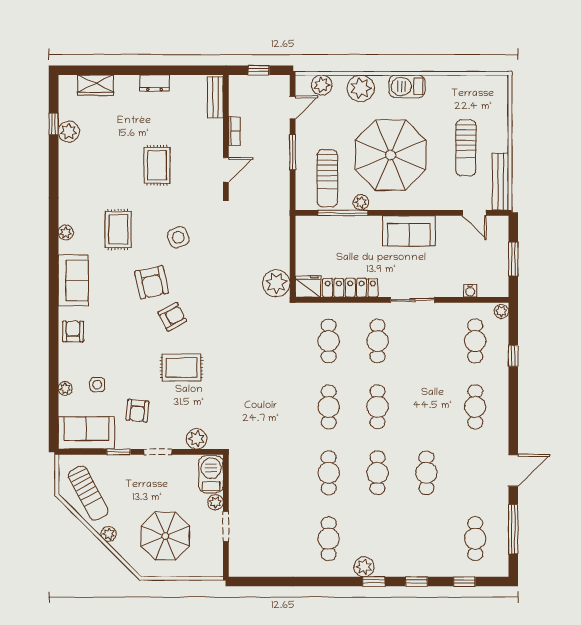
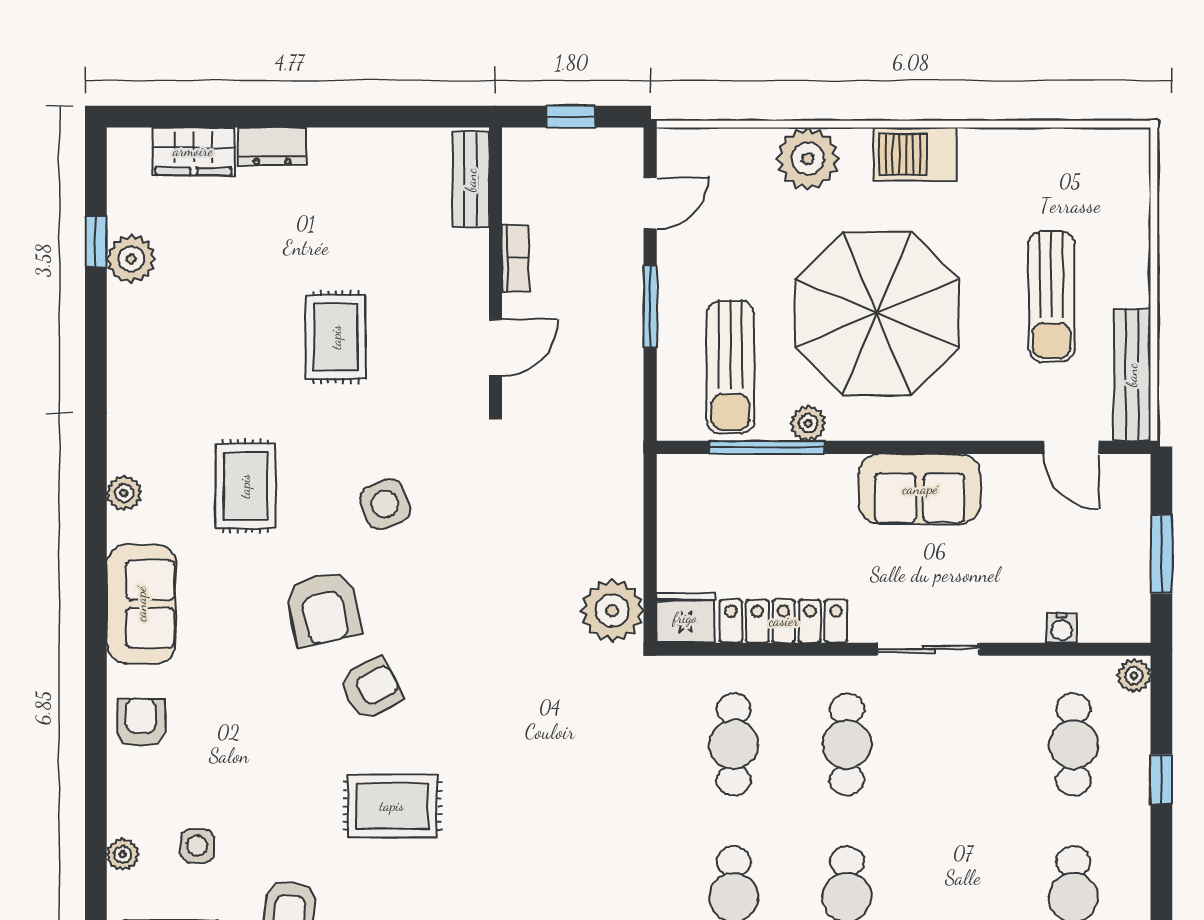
dresser: (155, 83) -> (272, 147), moved
plant: (322, 85) -> (718, 151), removed

